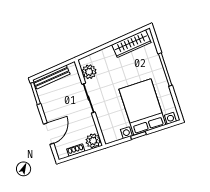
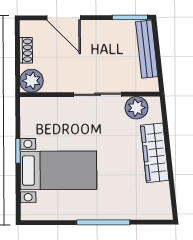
wardrobe: (131, 44) -> (155, 153), moved
bed with nightstands: (142, 107) -> (58, 170), width x0.73

